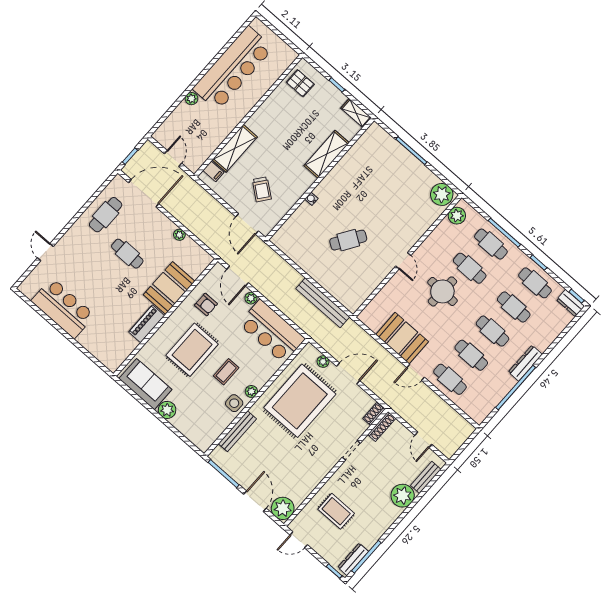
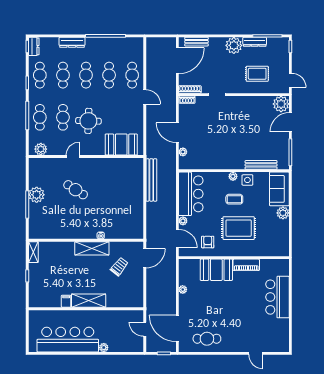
pallet: (300, 83) -> (44, 296), removed
shelving: (235, 148) -> (89, 301), moved
shelving: (327, 154) -> (92, 248), moved
door: (173, 158) -> (145, 329), hinge flipped
filing cabinet: (213, 171) -> (66, 301), moved
plant: (442, 194) -> (37, 195), moved
cafe table: (348, 240) -> (76, 190), moved
door: (45, 252) -> (256, 353), hinge flipped
cafe table: (127, 254) -> (218, 309), removed
door: (403, 261) -> (73, 157), moved
door: (238, 276) -> (177, 239), hinge flipped
bar counter: (63, 308) -> (277, 297), moved
booth: (402, 338) -> (121, 145), moved, turned 90
dresser: (525, 363) -> (72, 42), moved
sofa: (145, 384) -> (279, 189), moved
rug: (300, 401) -> (215, 146), removed
door: (423, 440) -> (177, 61), width x1.88
plant: (403, 496) -> (234, 45), moved
rug: (336, 511) -> (257, 74), turned 90
dresser: (353, 559) -> (255, 42), moved

